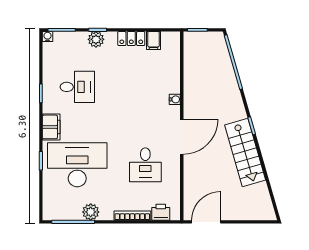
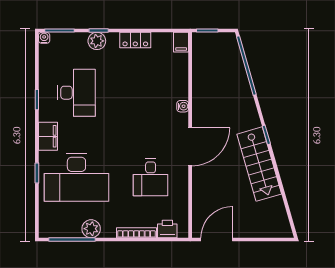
filing cabinet: (153, 40) -> (181, 42), moved
desk: (77, 87) -> (76, 93), width x1.37
desk: (77, 165) -> (76, 177), turned 180

